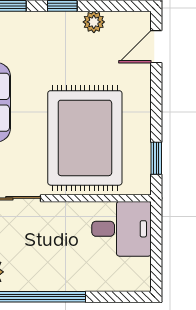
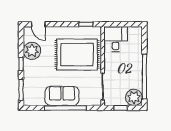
plant: (94, 22) -> (32, 51), width x1.88, depth x1.88

